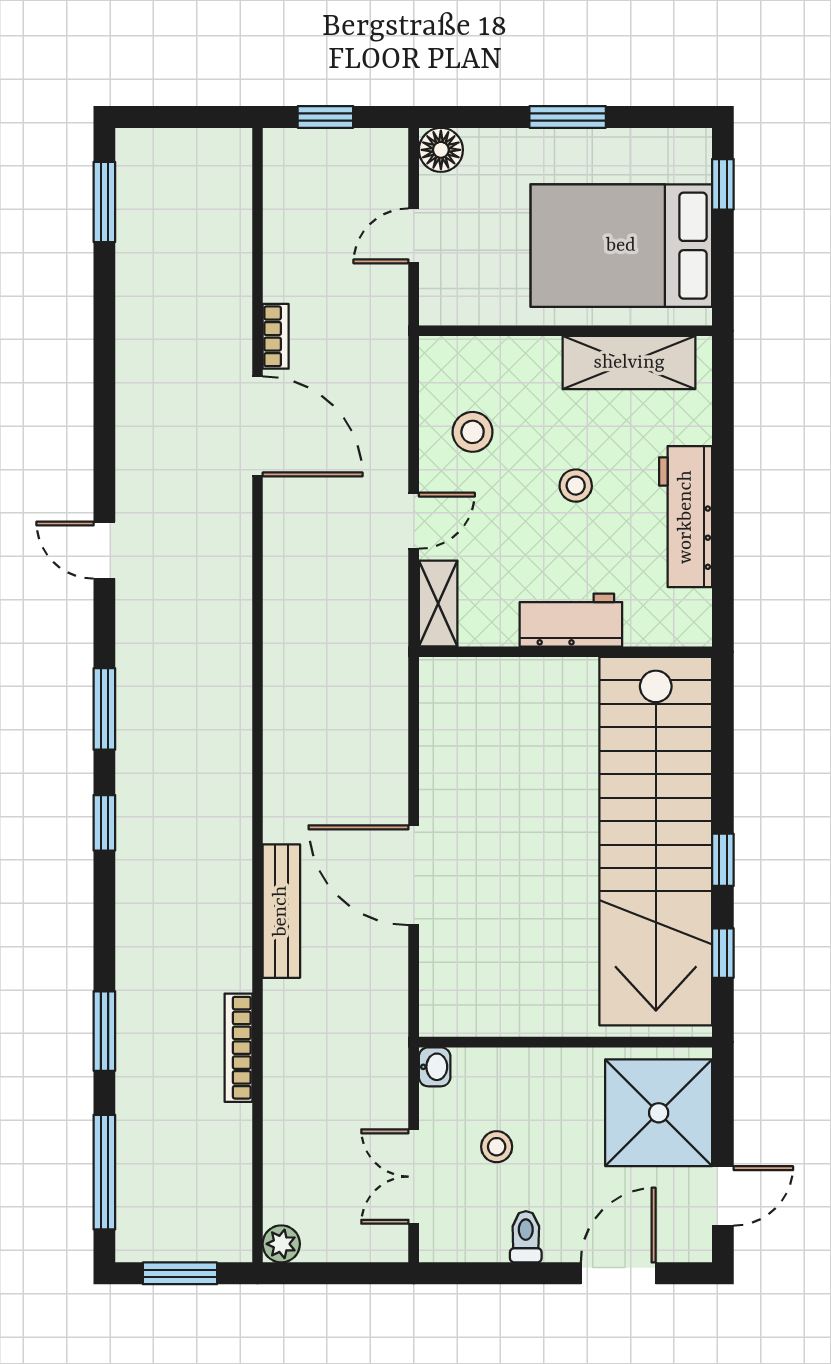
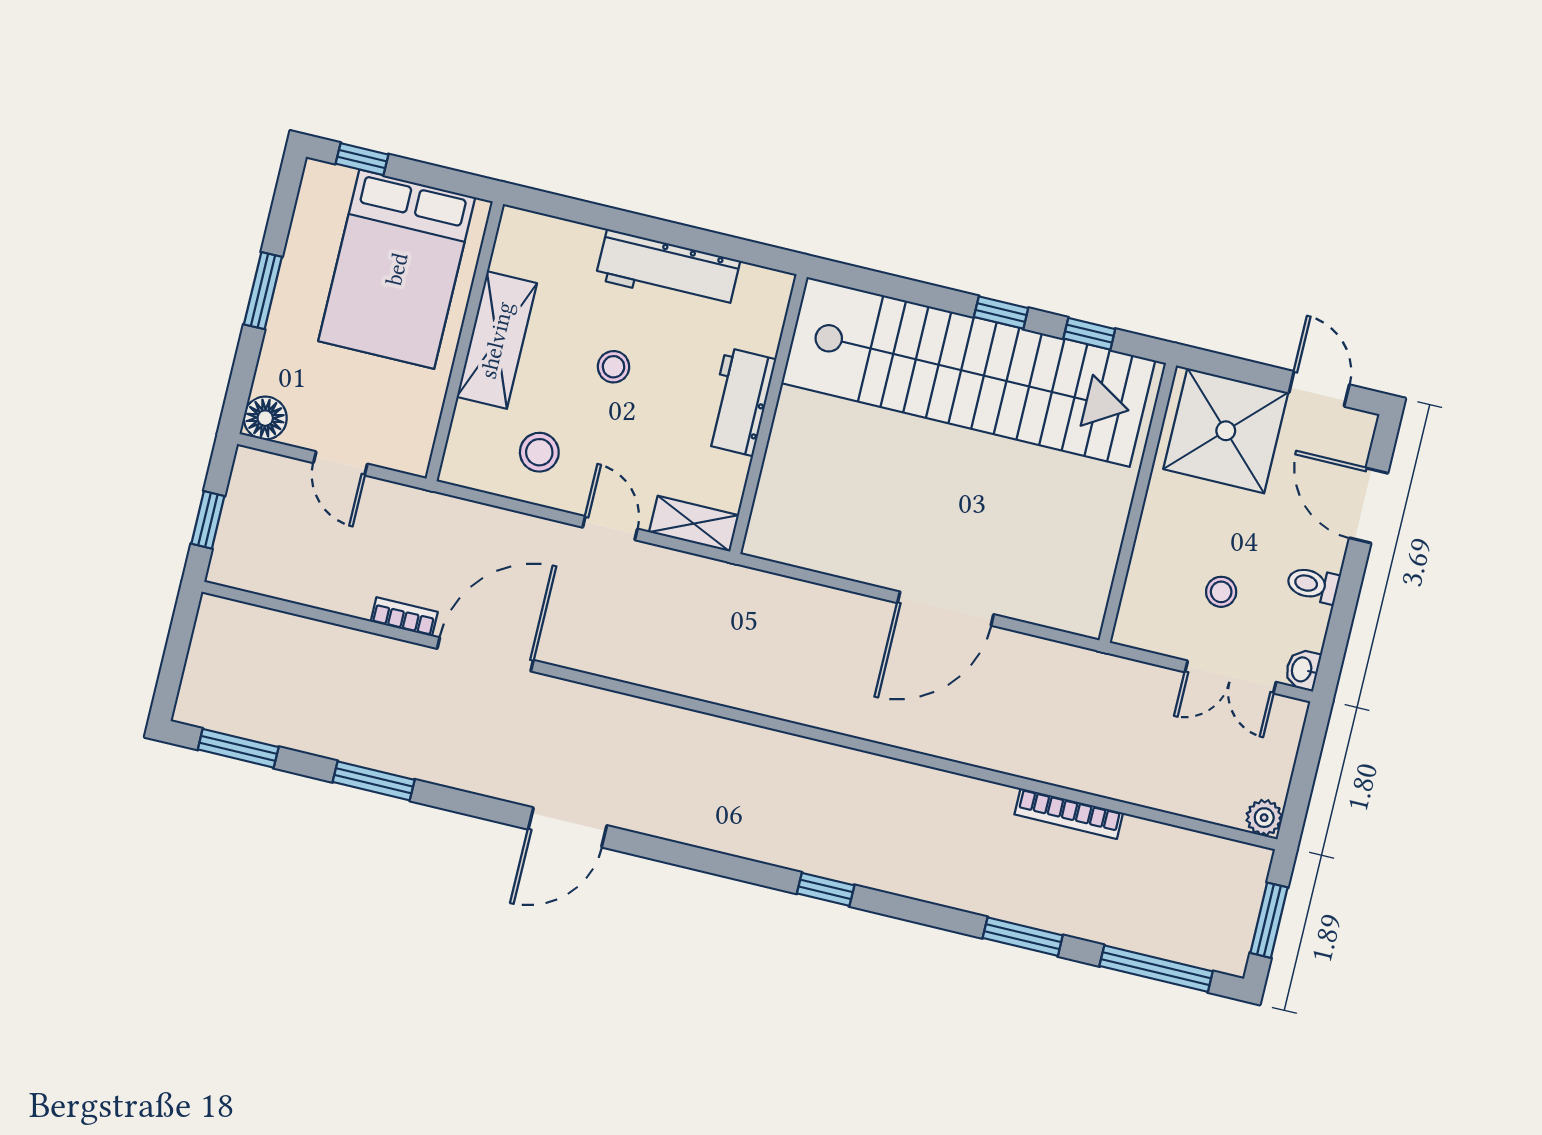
shelving: (629, 363) -> (497, 340), moved
door: (104, 550) -> (568, 827), width x1.38
window: (104, 709) -> (374, 781), moved
bench: (281, 911) -> (949, 742), removed
washbasin: (435, 1067) -> (1302, 670), moved, turned -90

